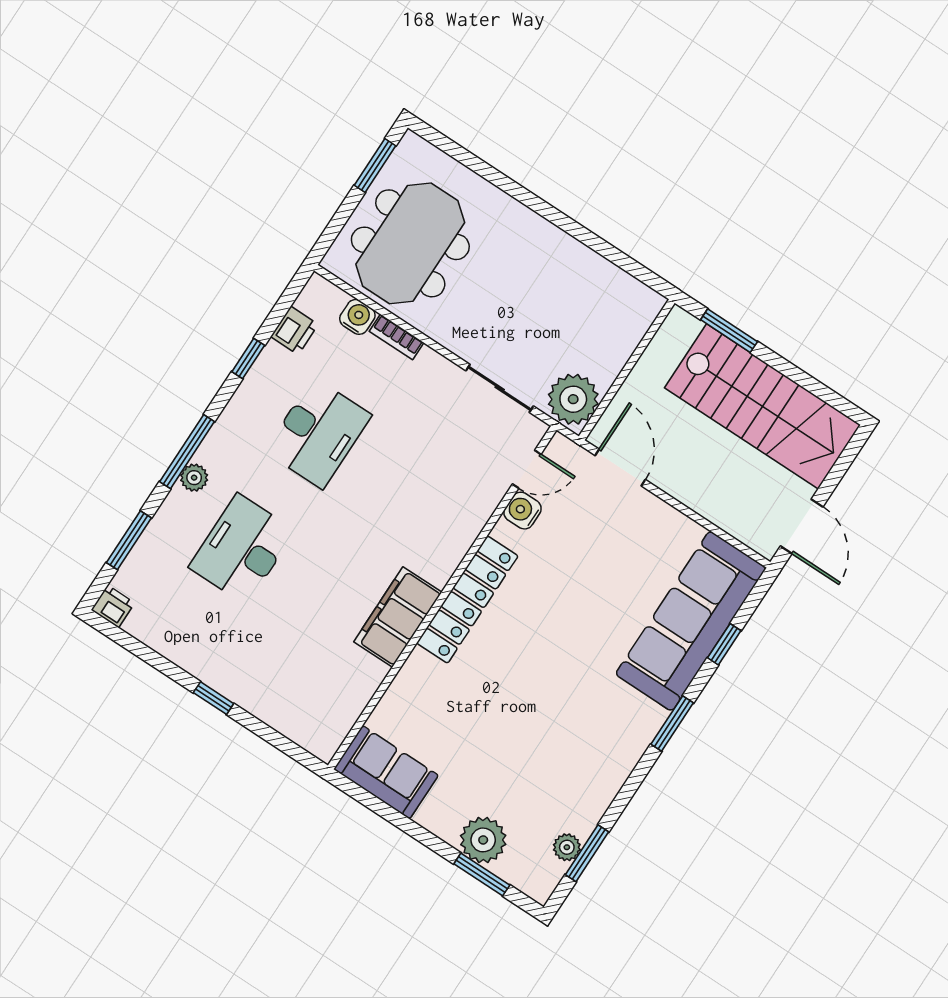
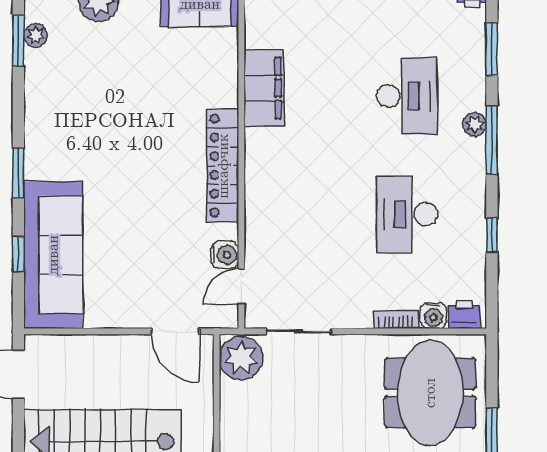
printer: (294, 330) -> (464, 314), moved, turned 90
filing cabinet: (398, 617) -> (264, 88), moved

